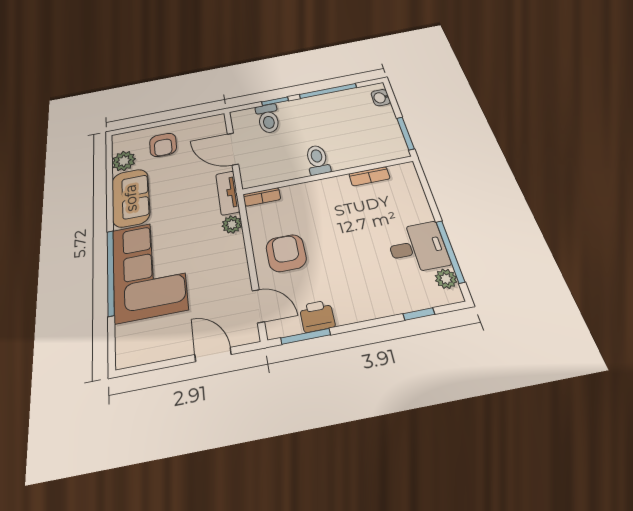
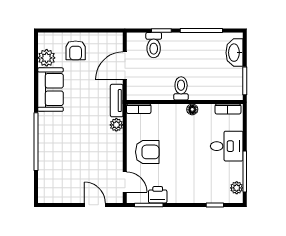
washbasin: (381, 98) -> (234, 53), width x1.91, depth x1.45
door: (233, 149) -> (125, 66), hinge flipped
bookcase: (369, 176) -> (228, 109), moved
floor lamp: (341, 182) -> (192, 109), added
desk: (418, 248) -> (227, 146), moved
armchair: (286, 253) -> (147, 152), turned 90
corner sofa: (149, 269) -> (61, 144), removed

